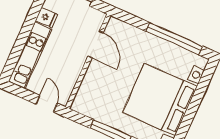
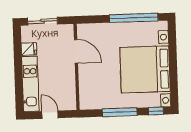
door: (47, 104) -> (50, 115), moved

